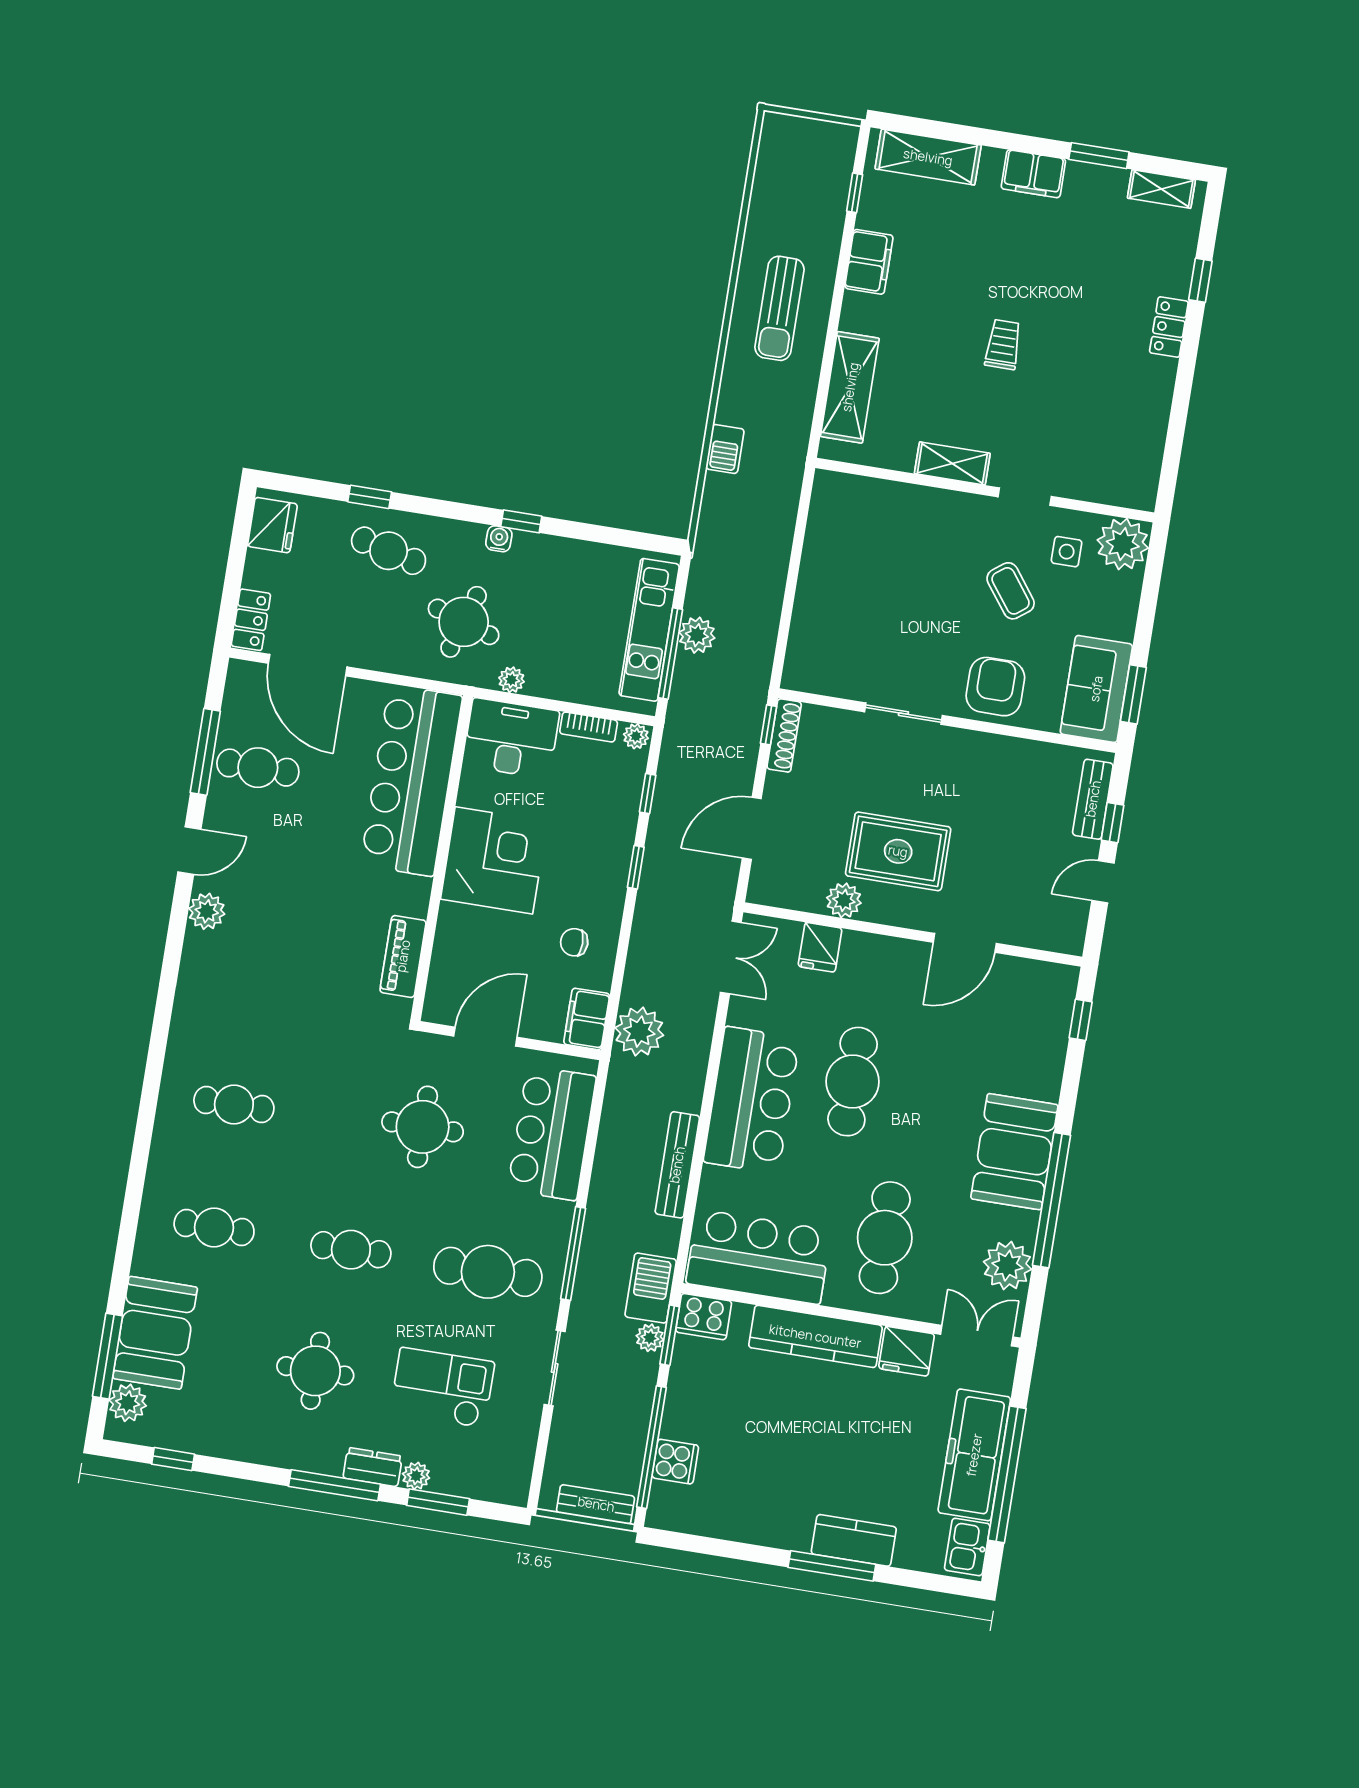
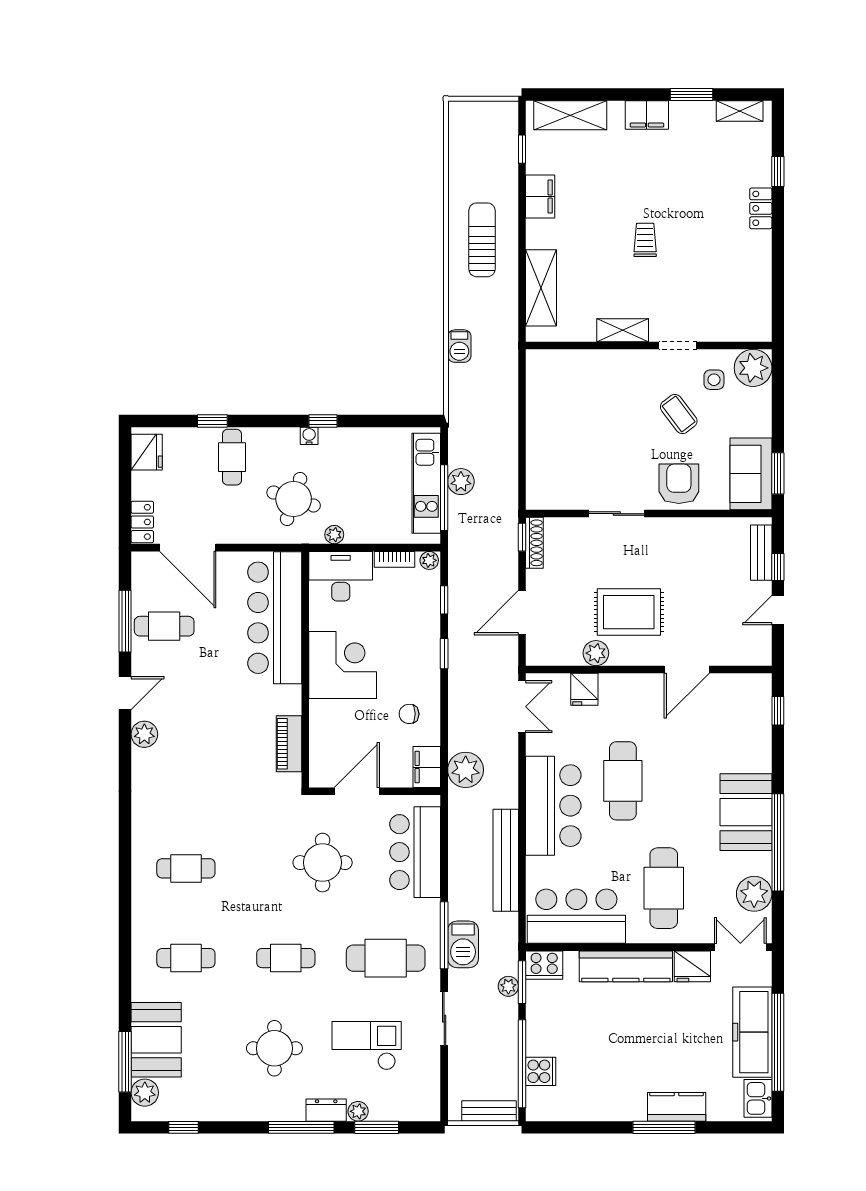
sun lounger: (779, 308) -> (482, 240), turned 180
cafe table: (389, 551) -> (232, 457), turned 76
bench: (677, 1165) -> (506, 860), width x1.37, depth x1.21
barbecue: (651, 1288) -> (463, 944), moved, turned 180

